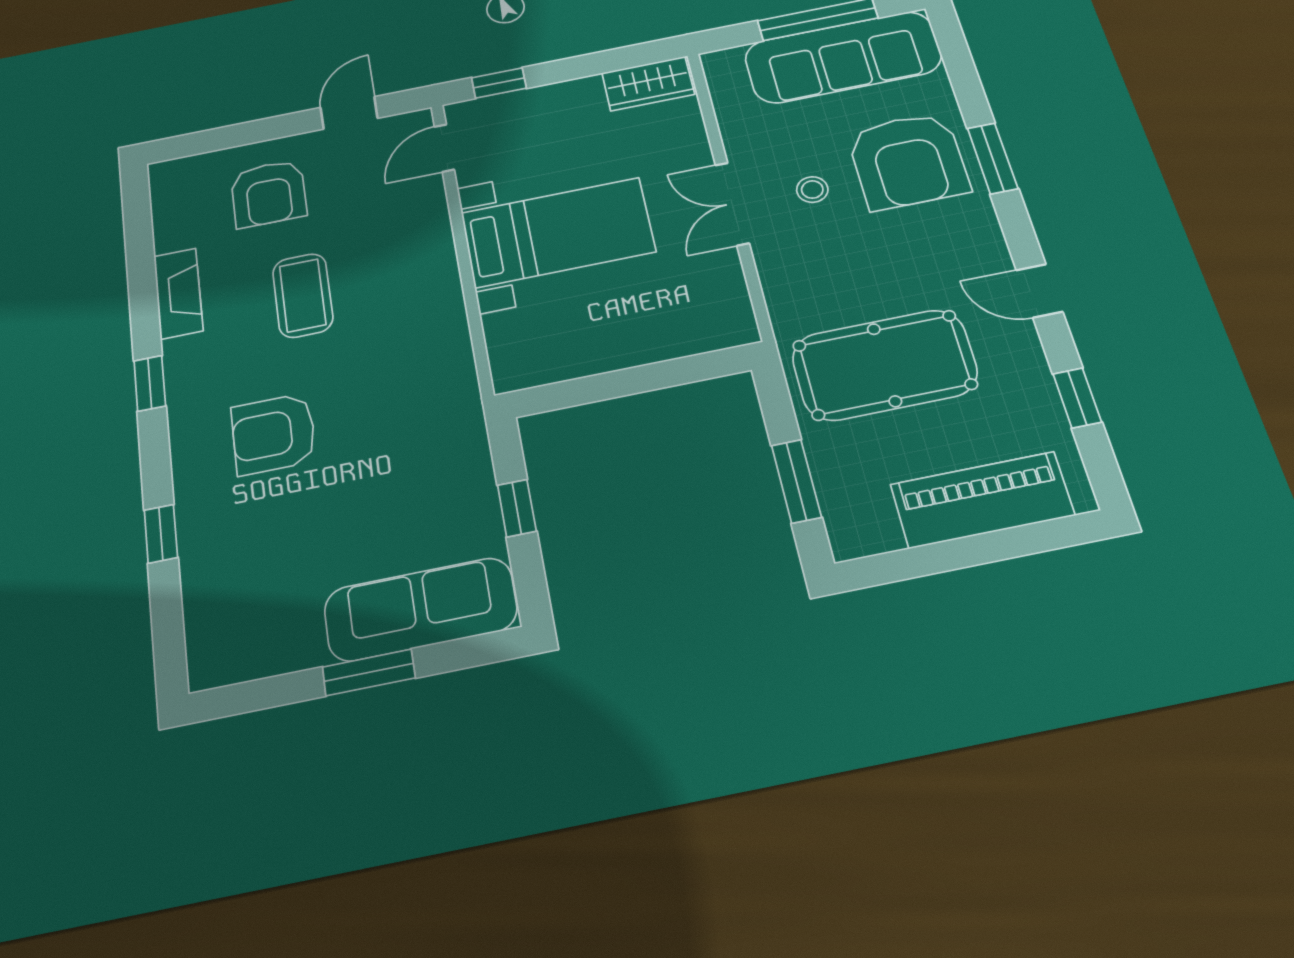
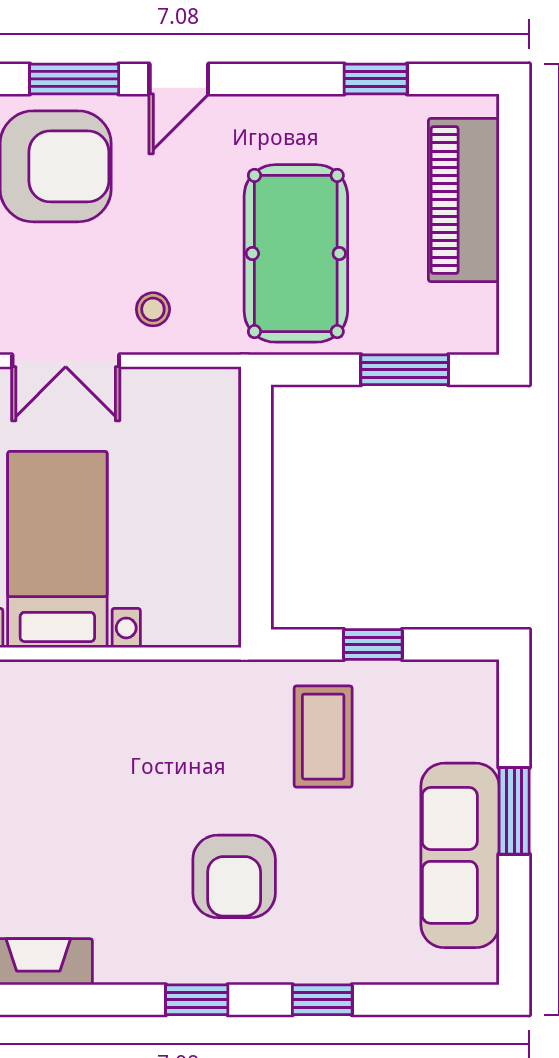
stool: (812, 190) -> (153, 309), moved
door: (1039, 291) -> (179, 79), moved
coffee table: (303, 295) -> (323, 737), moved, turned 90
window: (150, 383) -> (197, 1000), moved
sofa: (420, 609) -> (460, 855), moved

